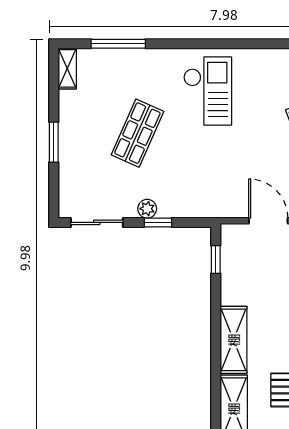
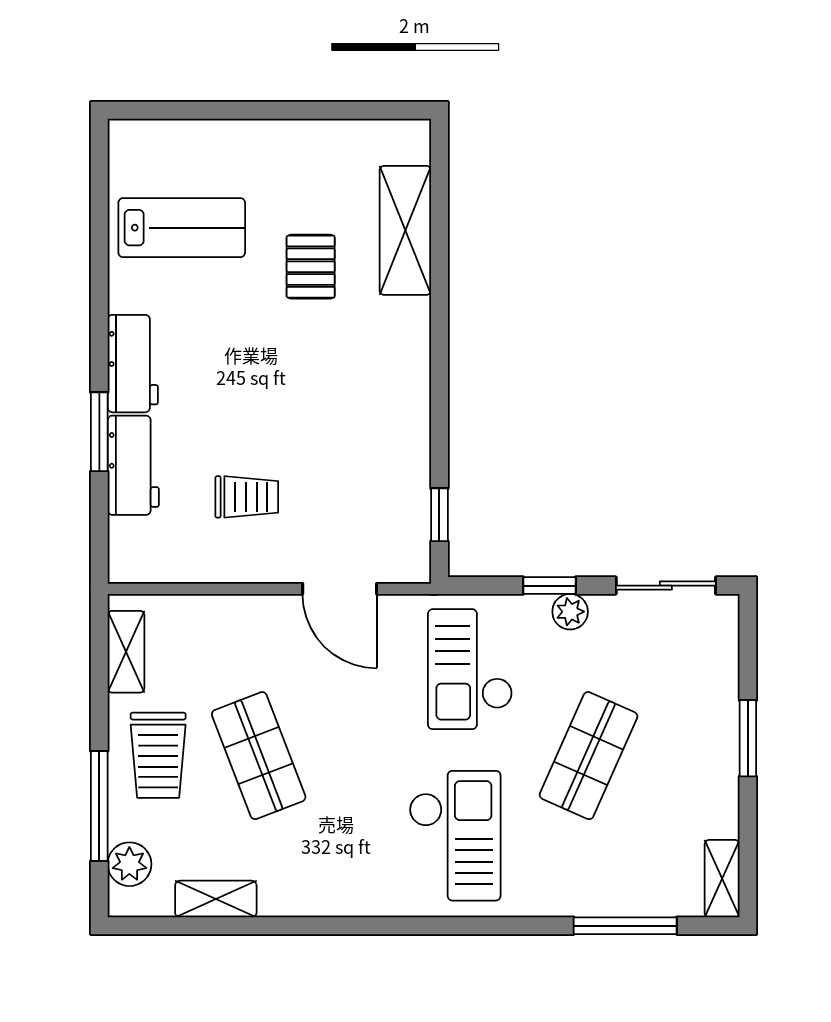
checkout: (208, 91) -> (455, 836), turned 180
checkout: (200, 178) -> (470, 669), added
shelving: (234, 340) -> (406, 362), removed

